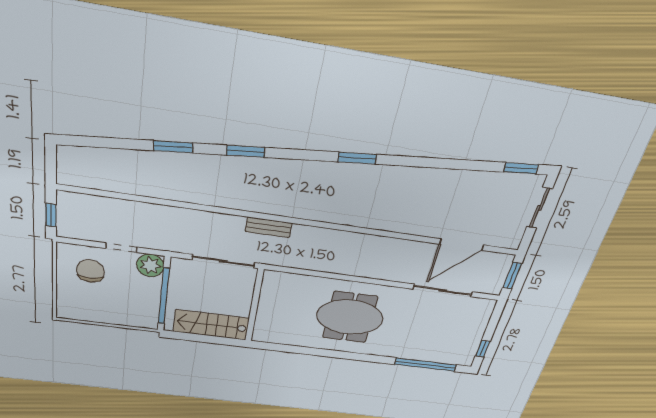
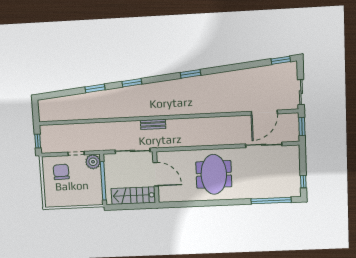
sliding door: (539, 208) -> (301, 92), moved
door: (255, 302) -> (156, 174), added
meeting table: (350, 317) -> (214, 174), turned 90

